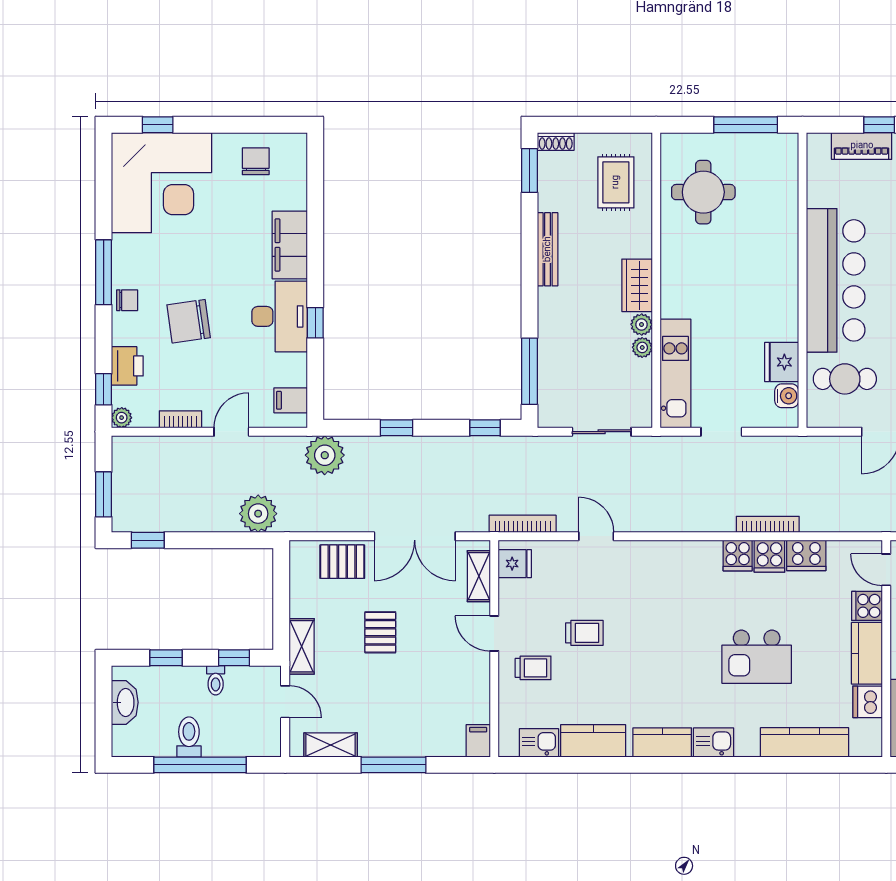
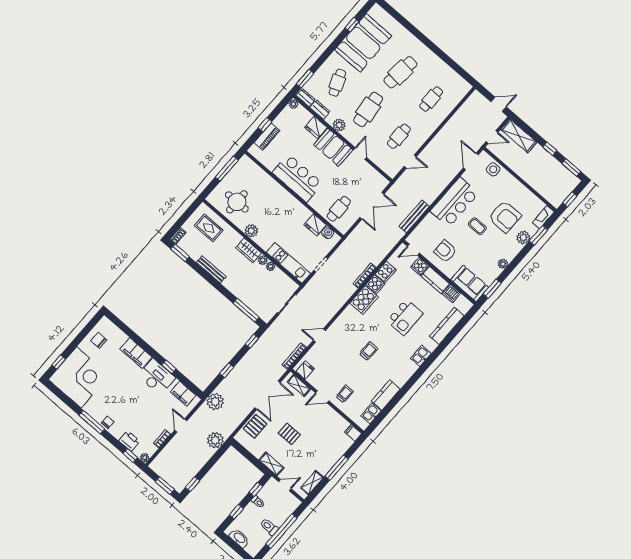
plant: (675, 261) -> (251, 231), added
bar counter: (836, 280) -> (297, 178), width x0.73
chair: (189, 321) -> (132, 408), removed
filing cabinet: (291, 400) -> (183, 394), width x2.00
cooker: (738, 555) -> (364, 300), width x1.87, depth x1.31
trolley: (584, 633) -> (369, 351), moved
kitchen counter: (662, 742) -> (406, 373), removed

